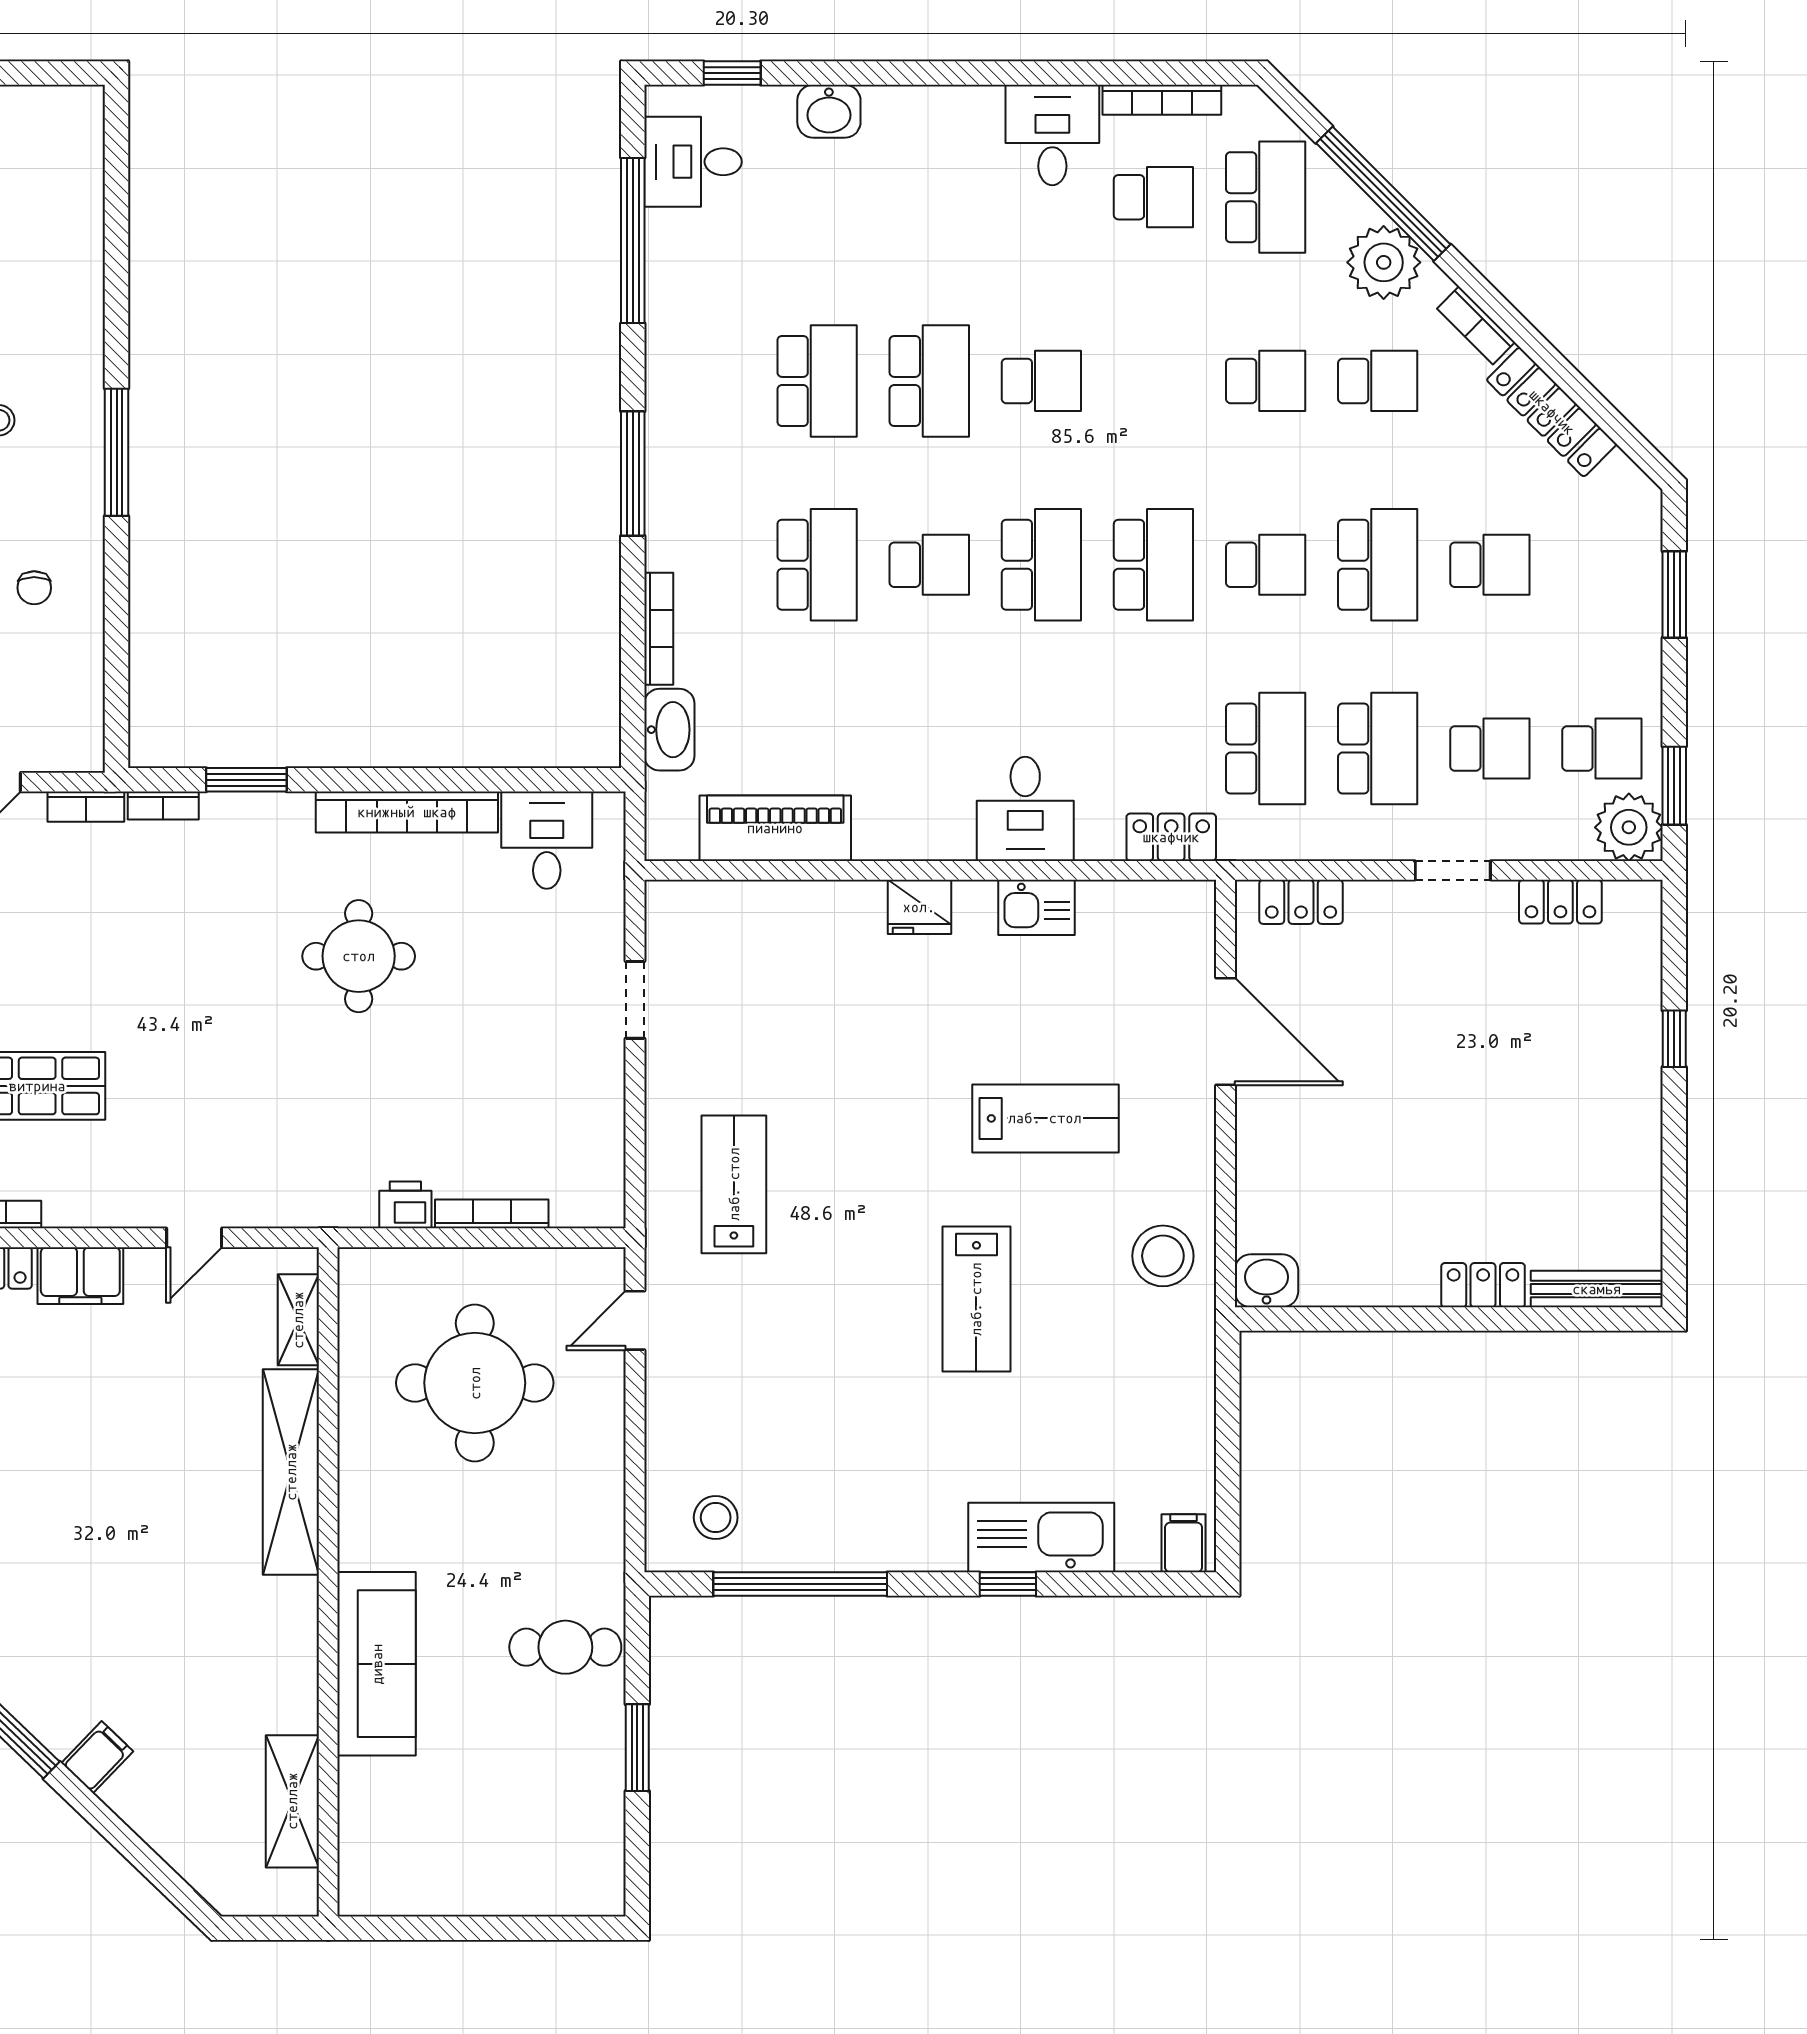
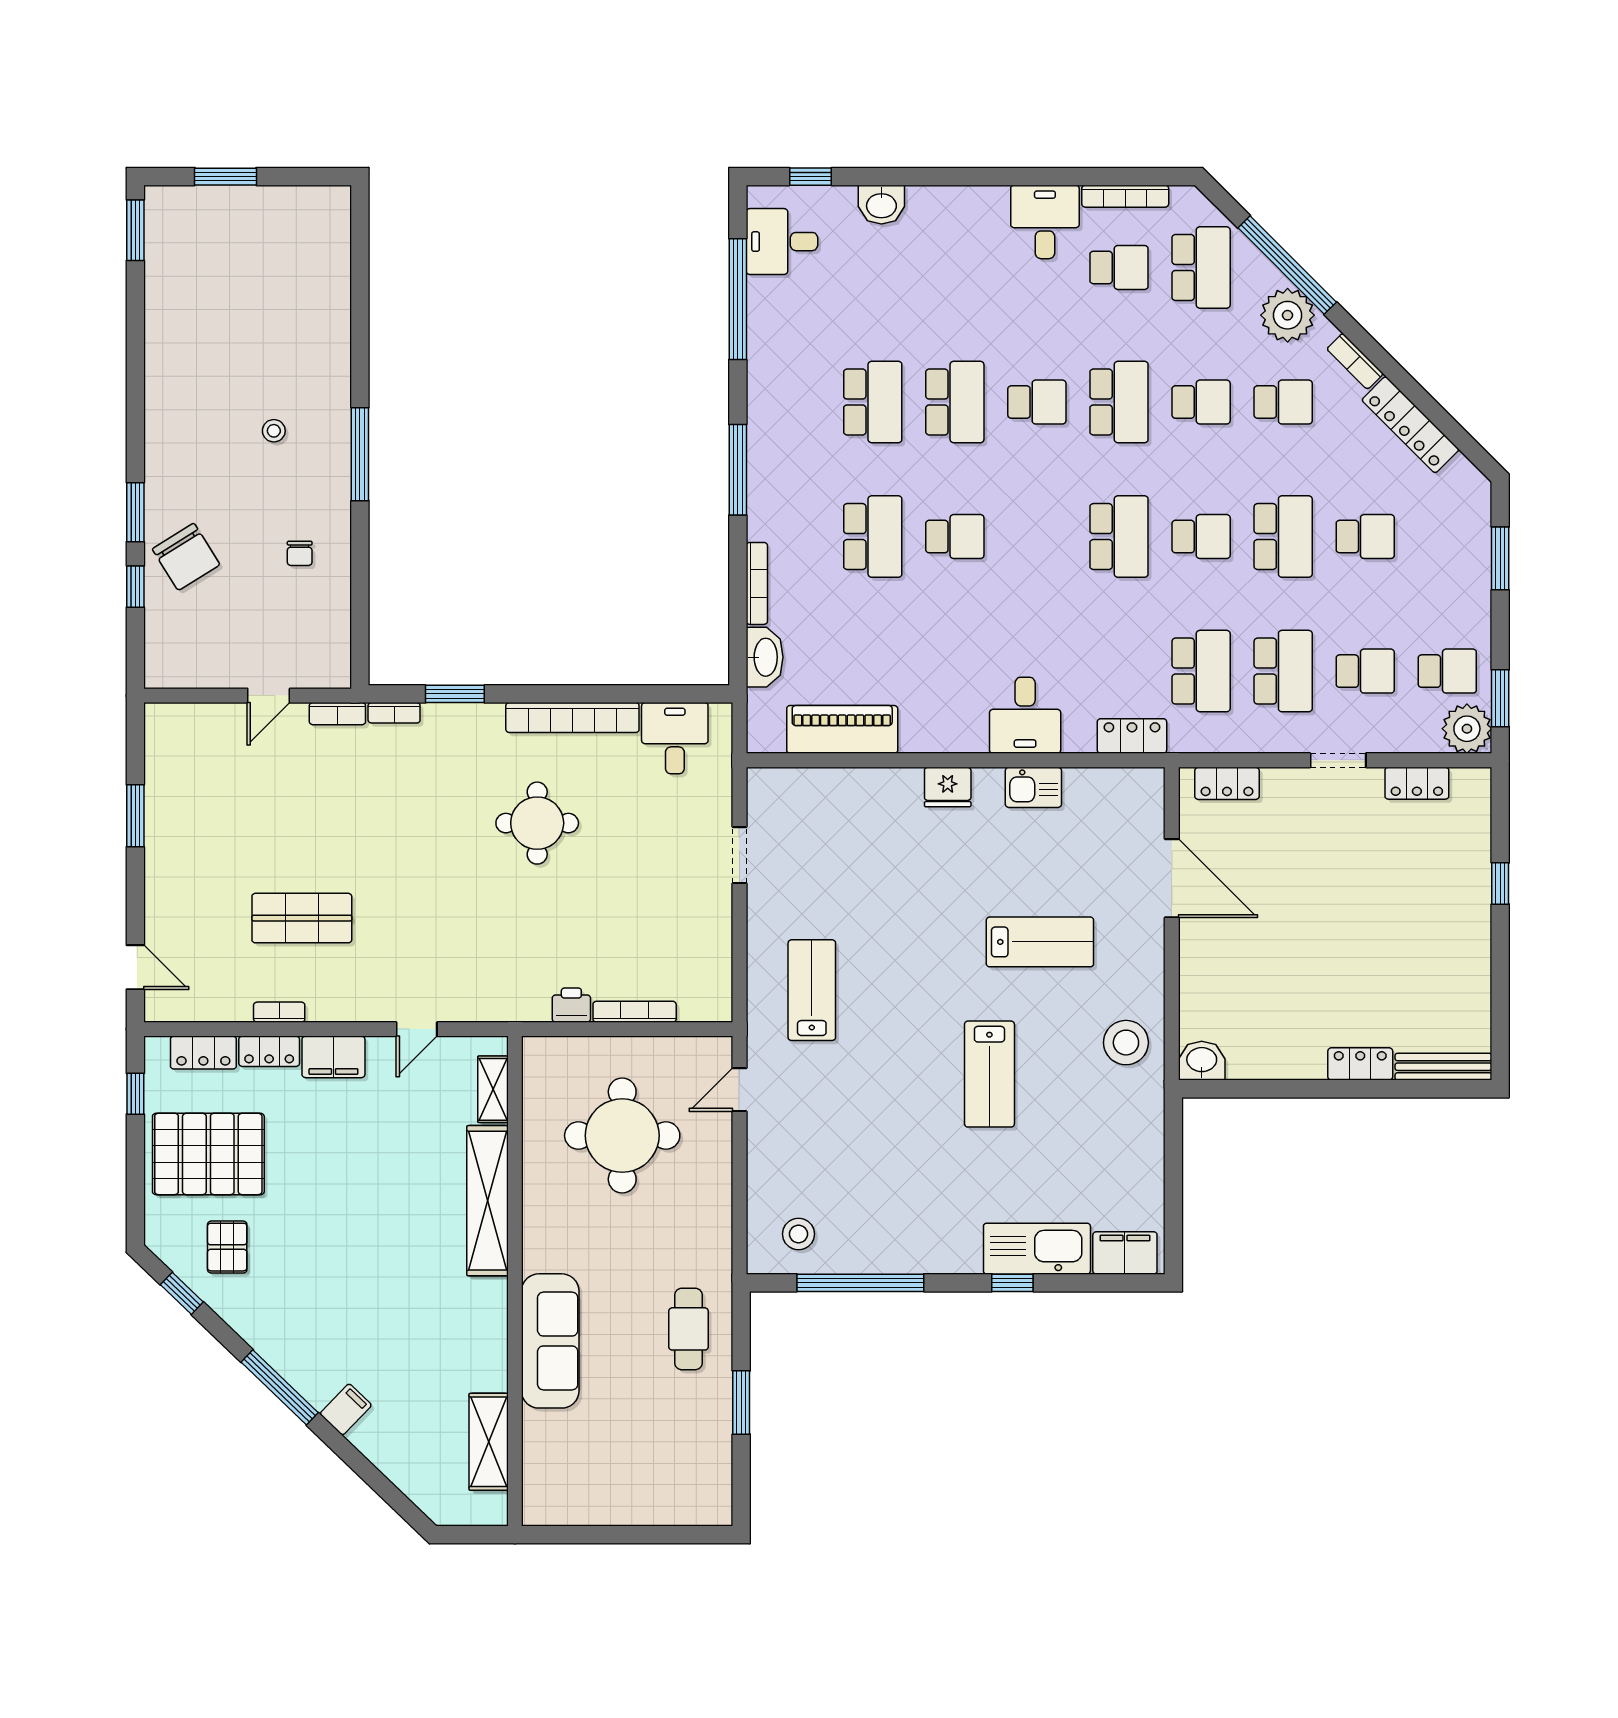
school desk: (1041, 565) -> (1119, 402), moved
filing cabinet: (1184, 1543) -> (1125, 1253), width x2.00
cafe table: (565, 1647) -> (688, 1329), turned 90

